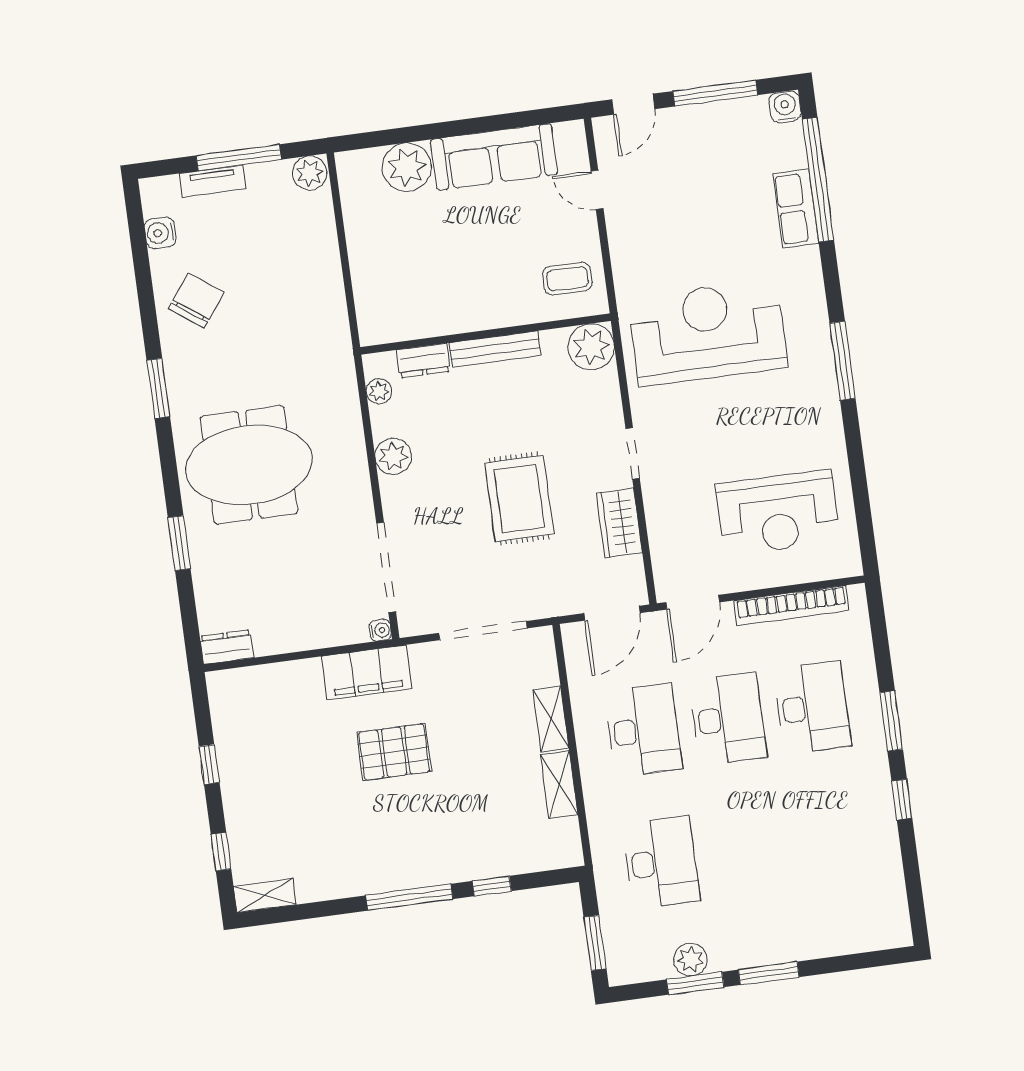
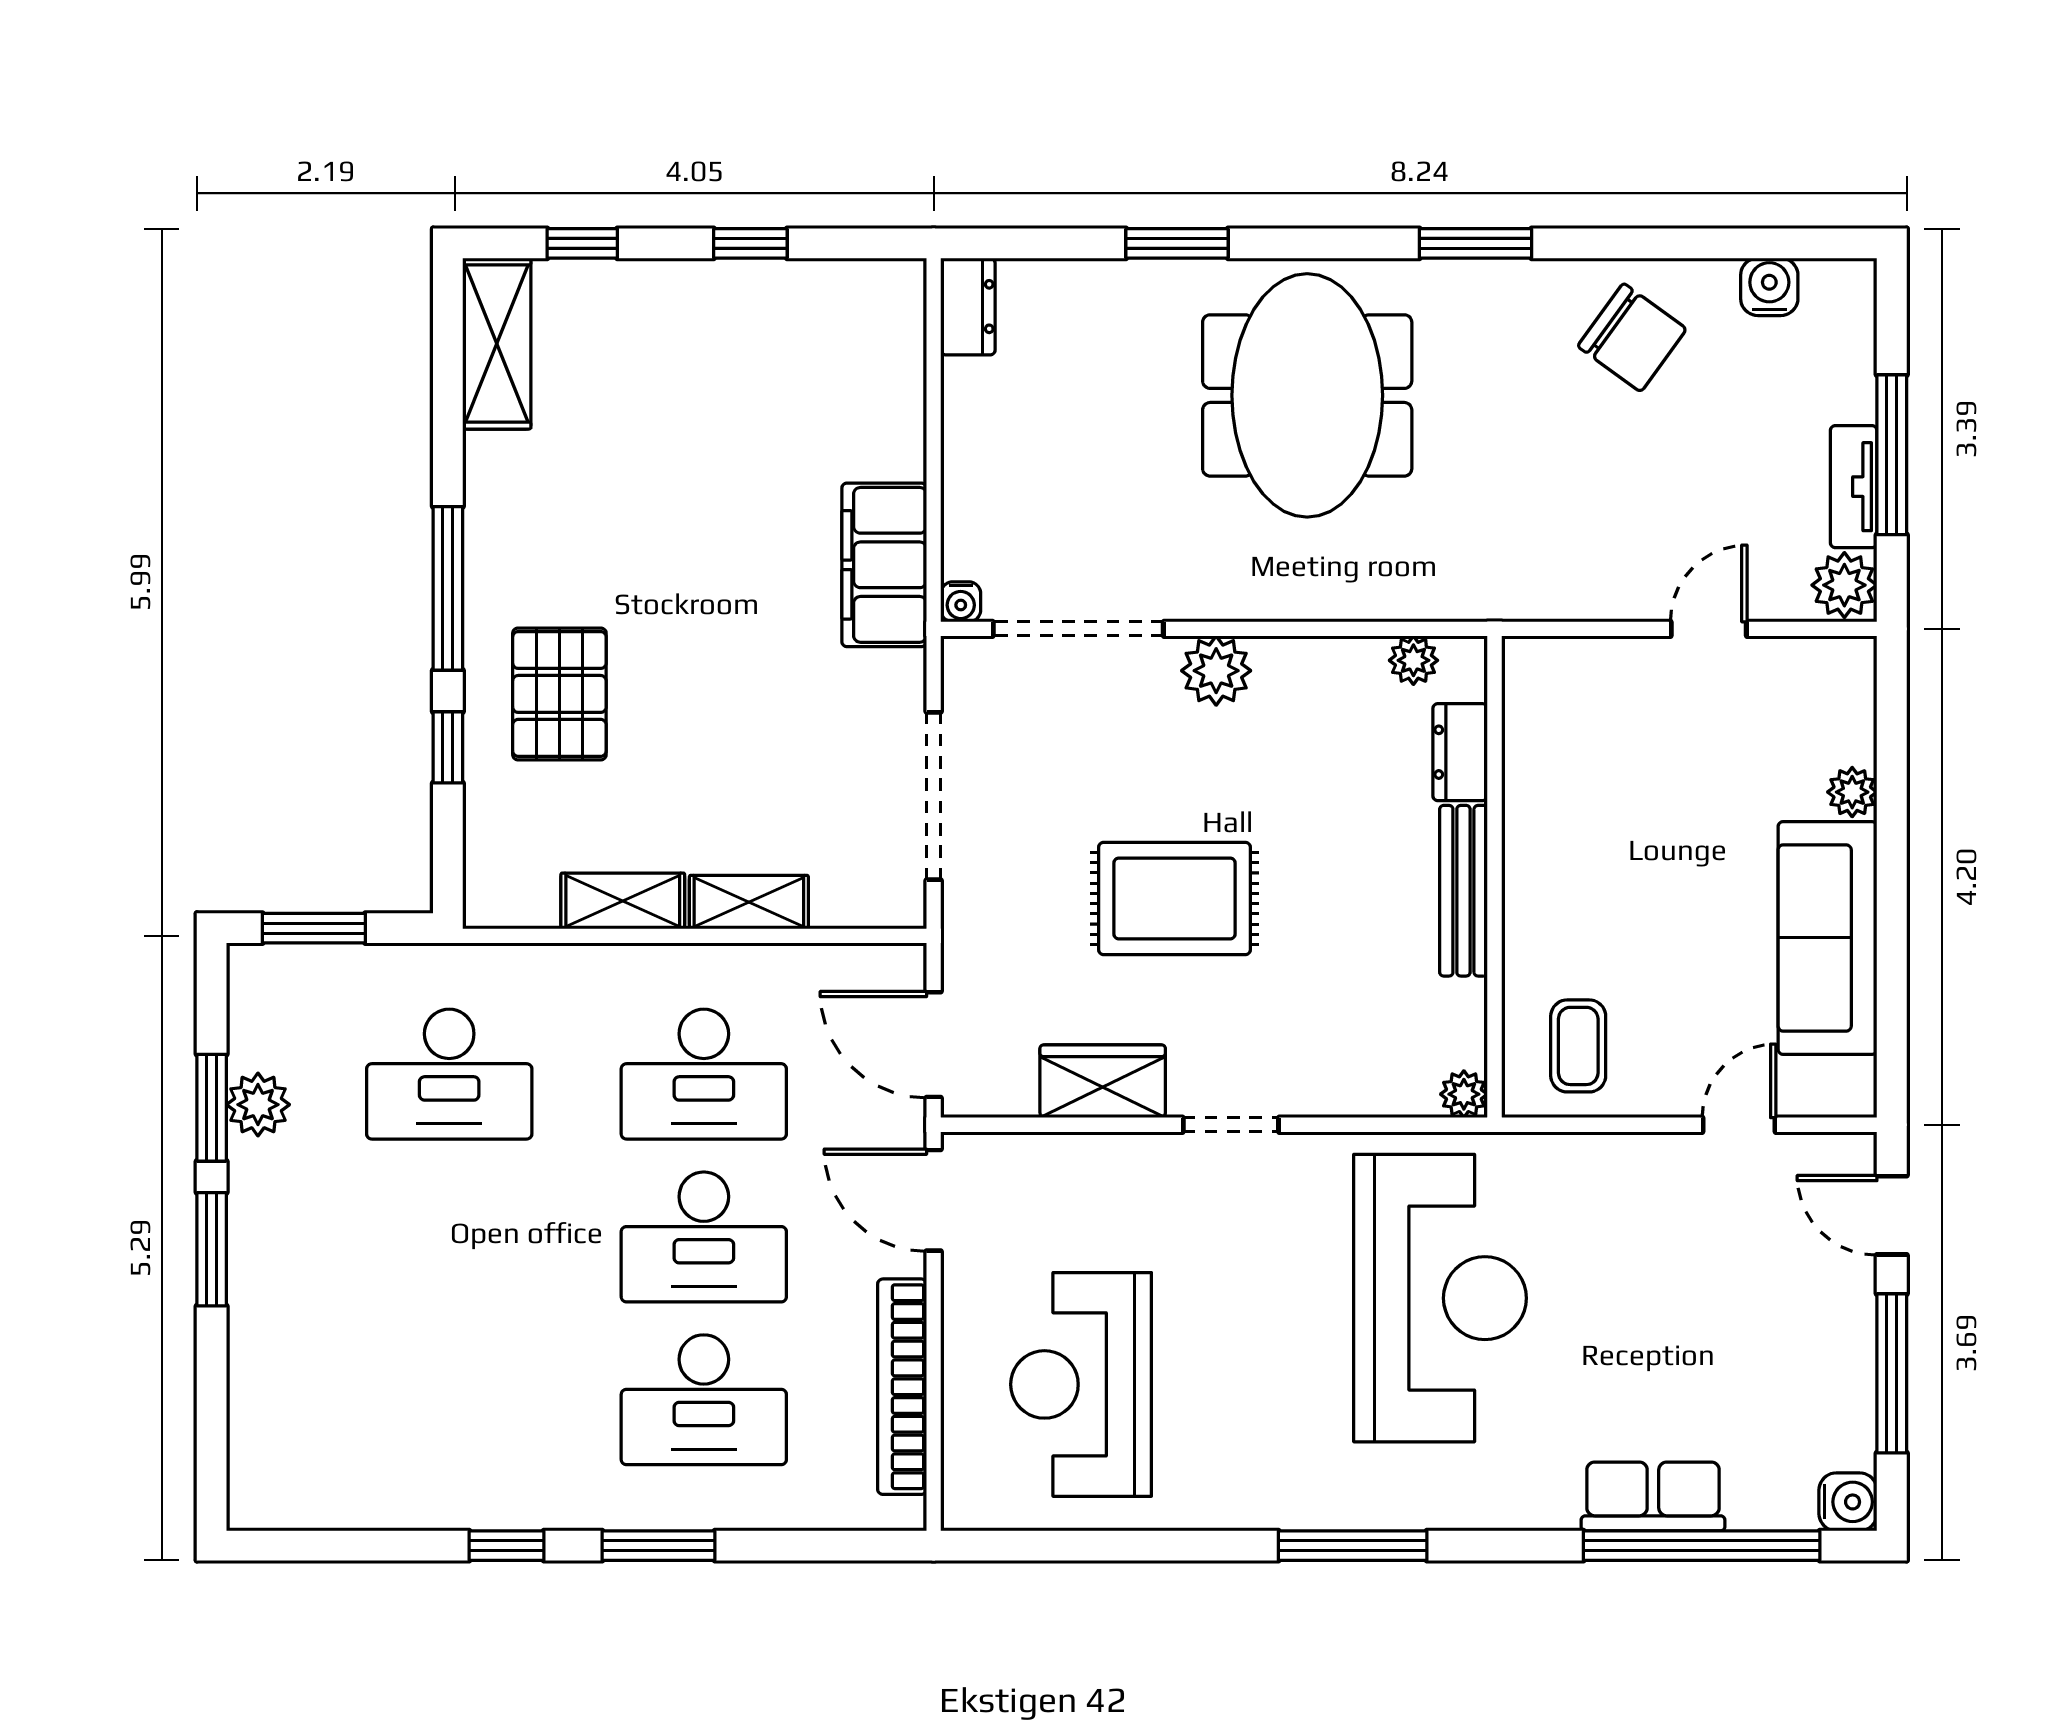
plant: (407, 167) -> (1852, 792), width x0.53, depth x0.53
tv unit: (213, 181) -> (1854, 487), moved
door: (342, 240) -> (1709, 629), added
plant: (591, 347) -> (1464, 1094), width x0.53, depth x0.53
plant: (393, 456) -> (1216, 671), moved
pallet: (394, 752) -> (559, 694), moved
shelving: (265, 895) -> (497, 344), width x1.50, depth x1.33

